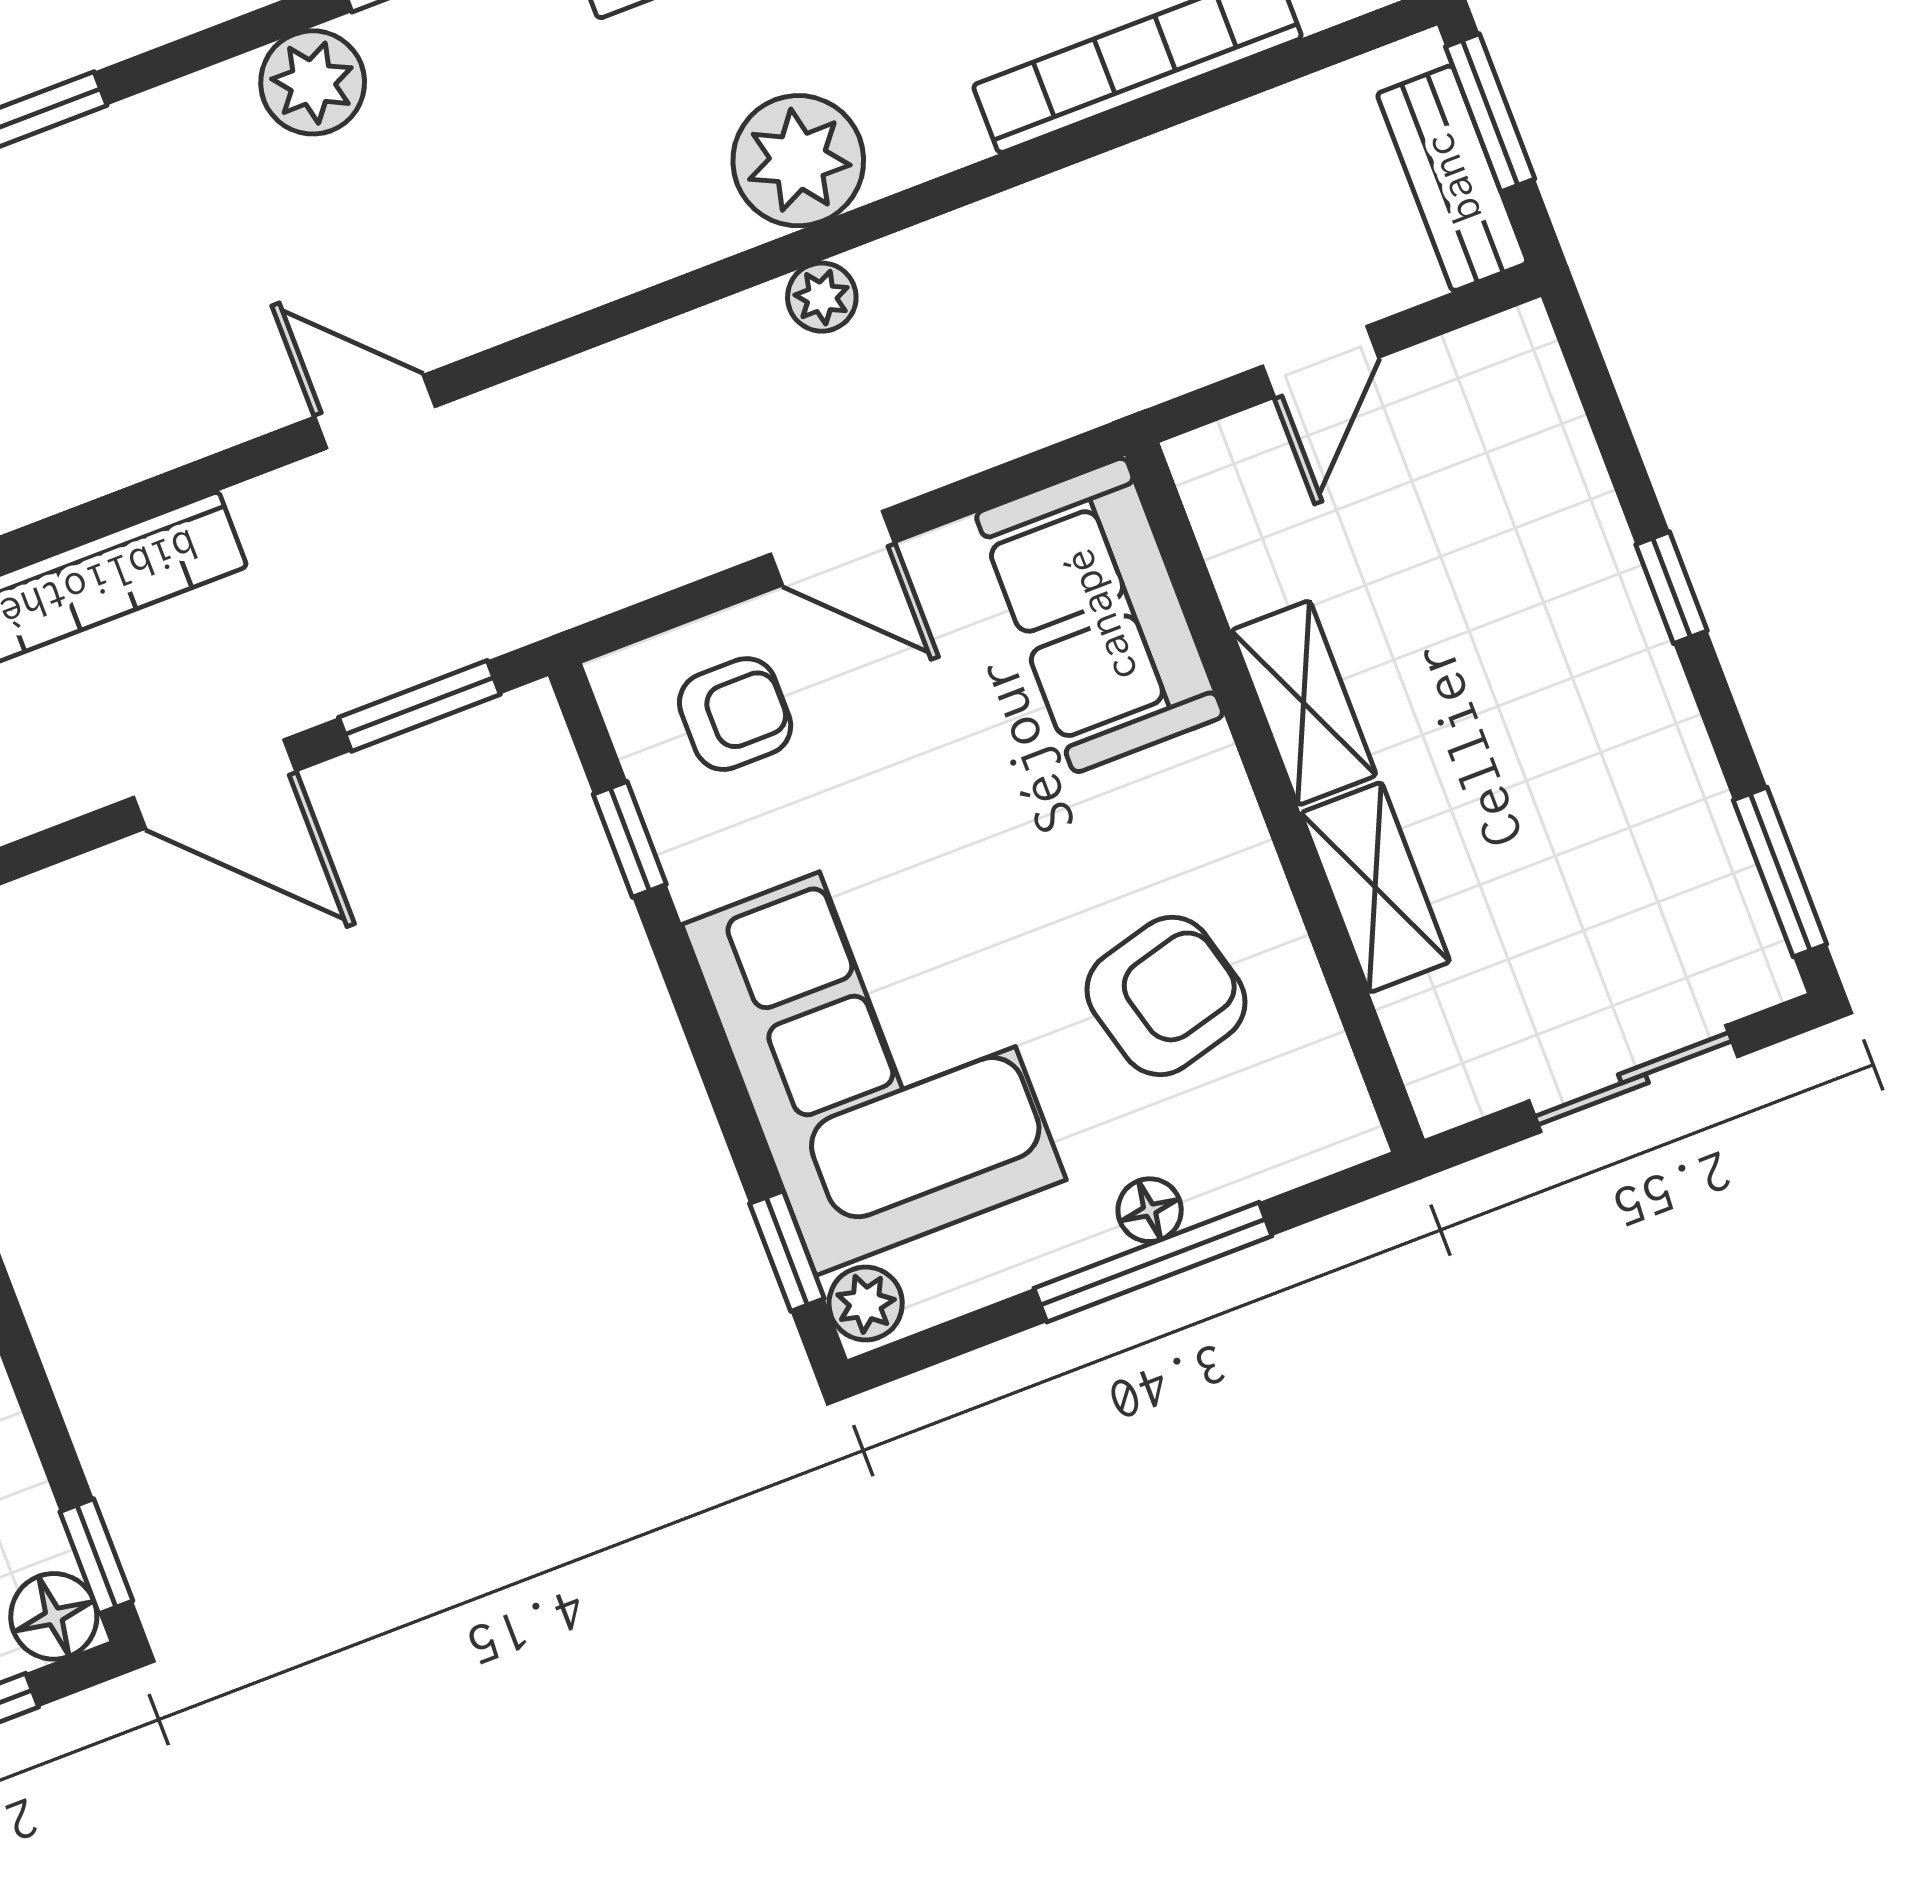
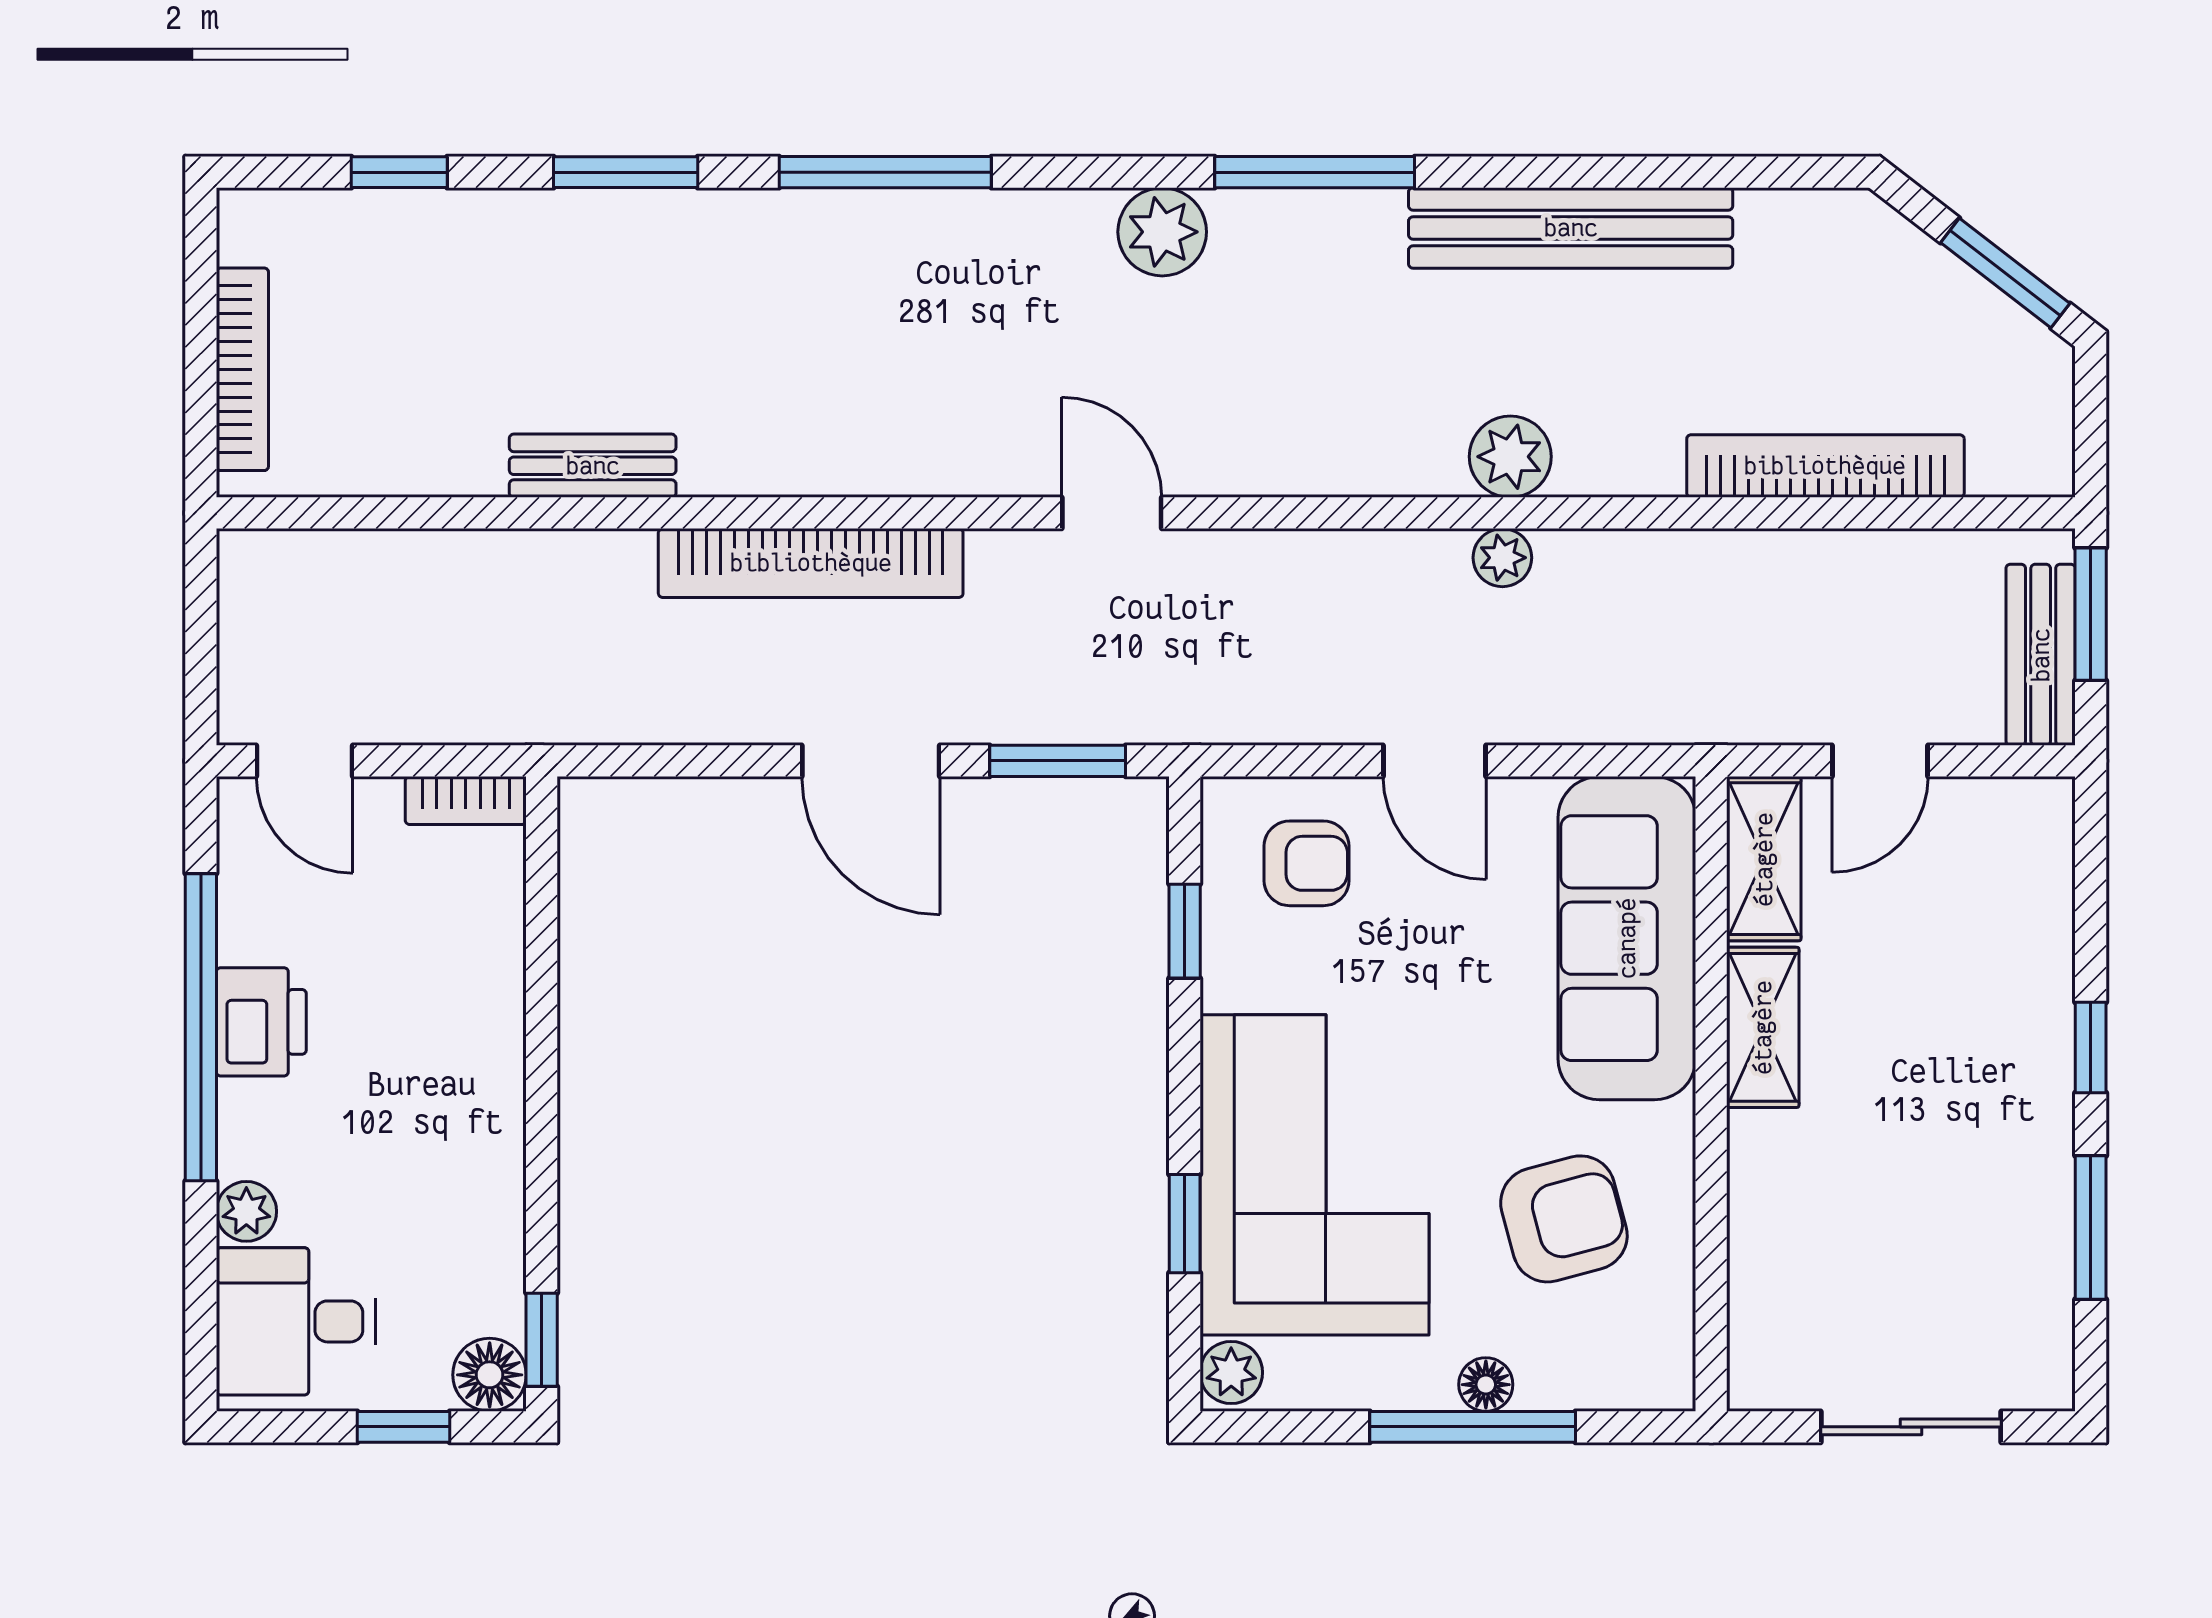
plant: (798, 161) -> (1510, 457), width x0.73, depth x0.73
sofa: (1100, 615) -> (1627, 938), width x1.36
window: (1780, 872) -> (2091, 1227), moved
shelving: (1375, 887) -> (1764, 859), moved
window: (787, 1251) -> (1185, 1224), moved

